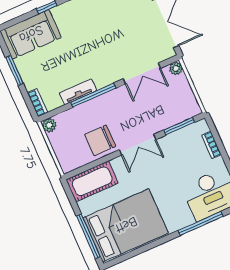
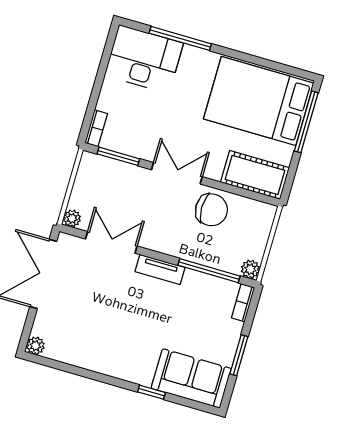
tv unit: (78, 92) -> (160, 269), moved
window: (93, 95) -> (209, 271), moved
bookcase: (211, 145) -> (96, 128), moved

